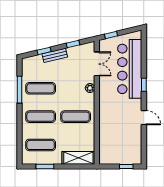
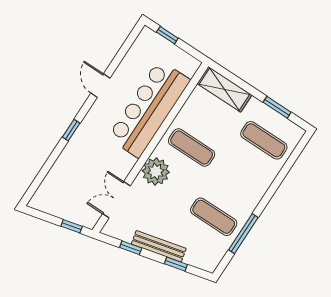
bench: (55, 55) -> (159, 246), width x1.36
bar counter: (130, 69) -> (149, 109), moved, turned 180
plant: (90, 88) -> (156, 172), width x1.88, depth x1.88
exercise mat: (41, 117) -> (239, 179), removed

